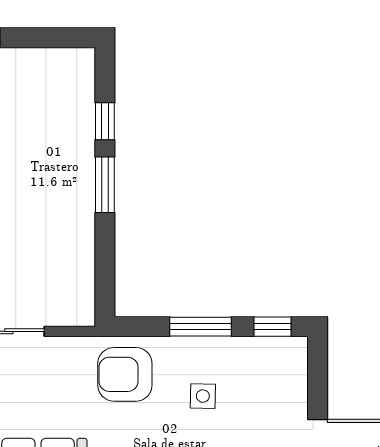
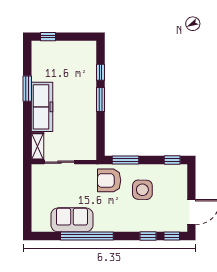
window: (200, 327) -> (125, 160), moved
side table: (203, 396) -> (142, 190), width x1.87, depth x1.87

